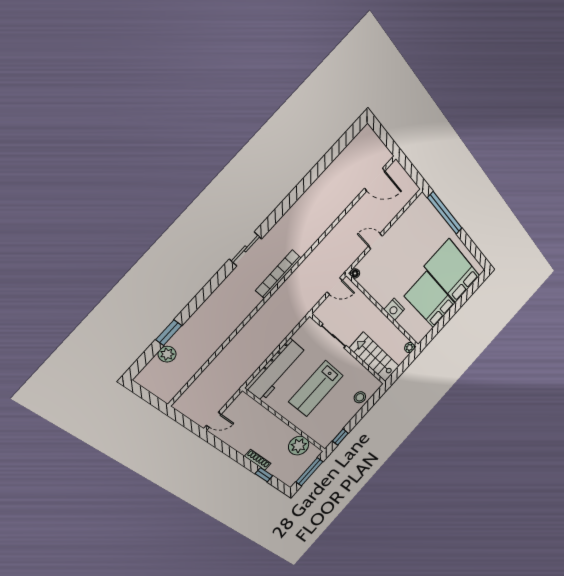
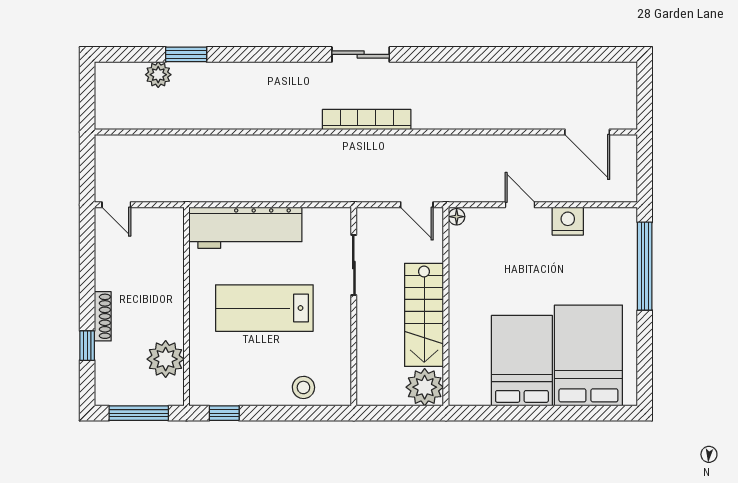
nightstand: (394, 309) -> (568, 221), moved, turned 90
plant: (410, 347) -> (425, 387), width x1.88, depth x1.88
stairs: (375, 357) -> (424, 315), moved, turned 180

